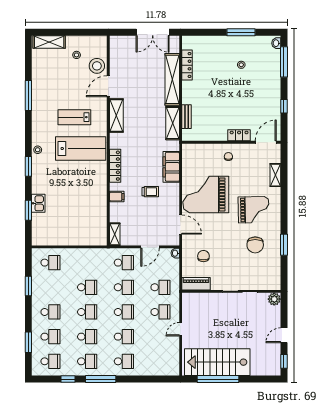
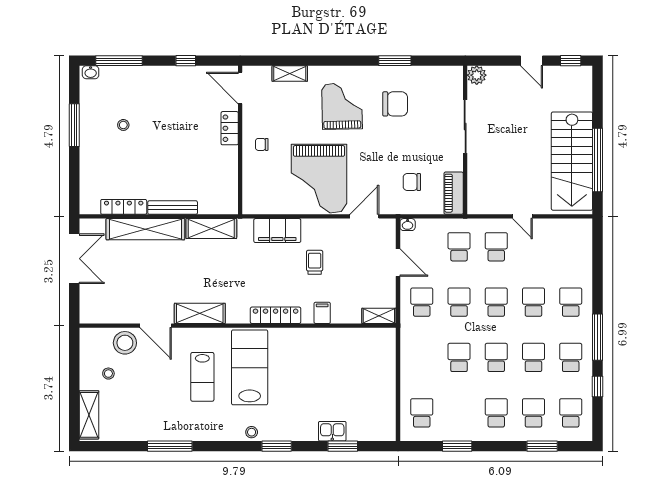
bench: (187, 117) -> (173, 208), moved, width x1.36

